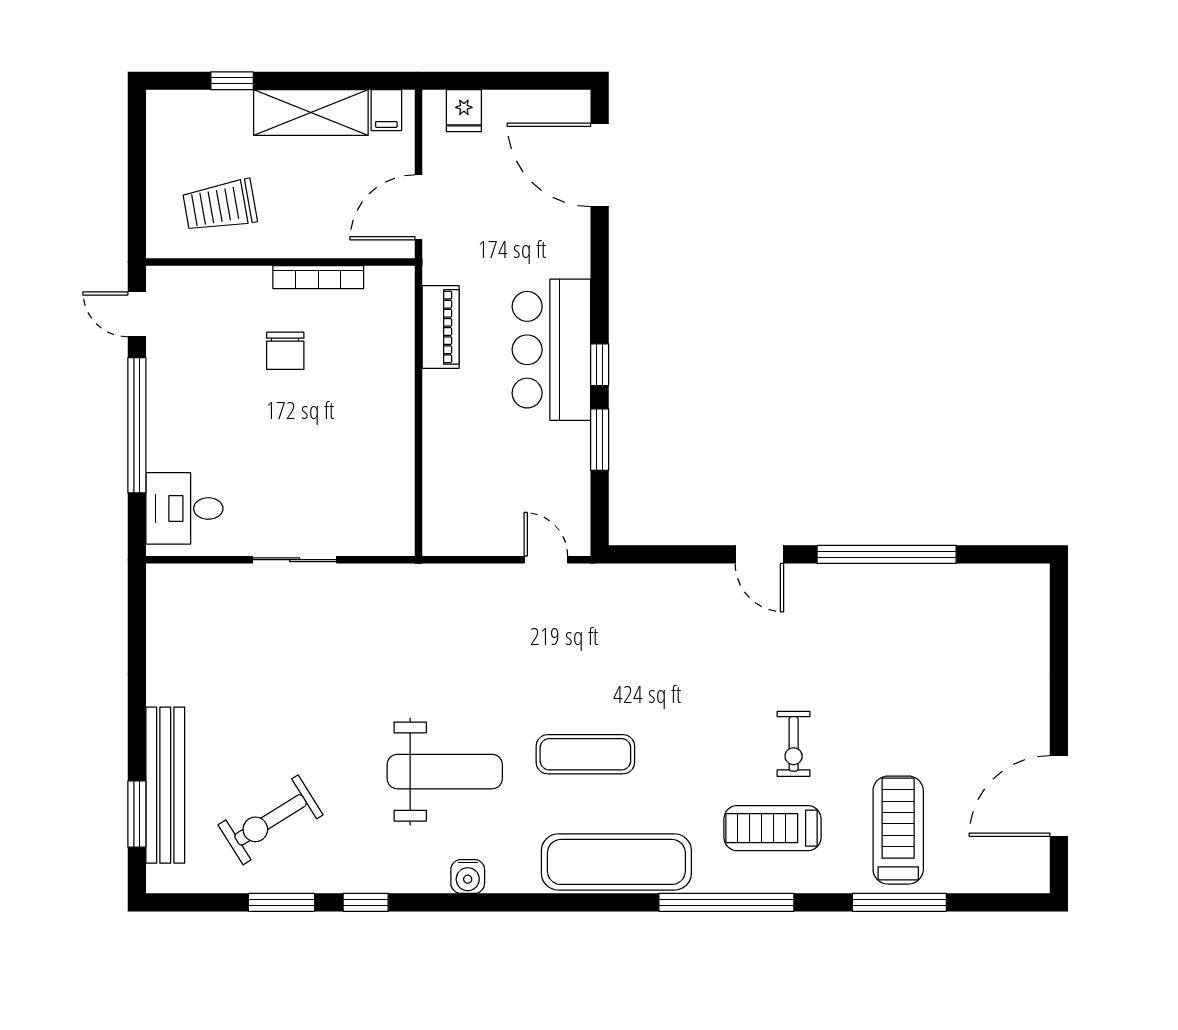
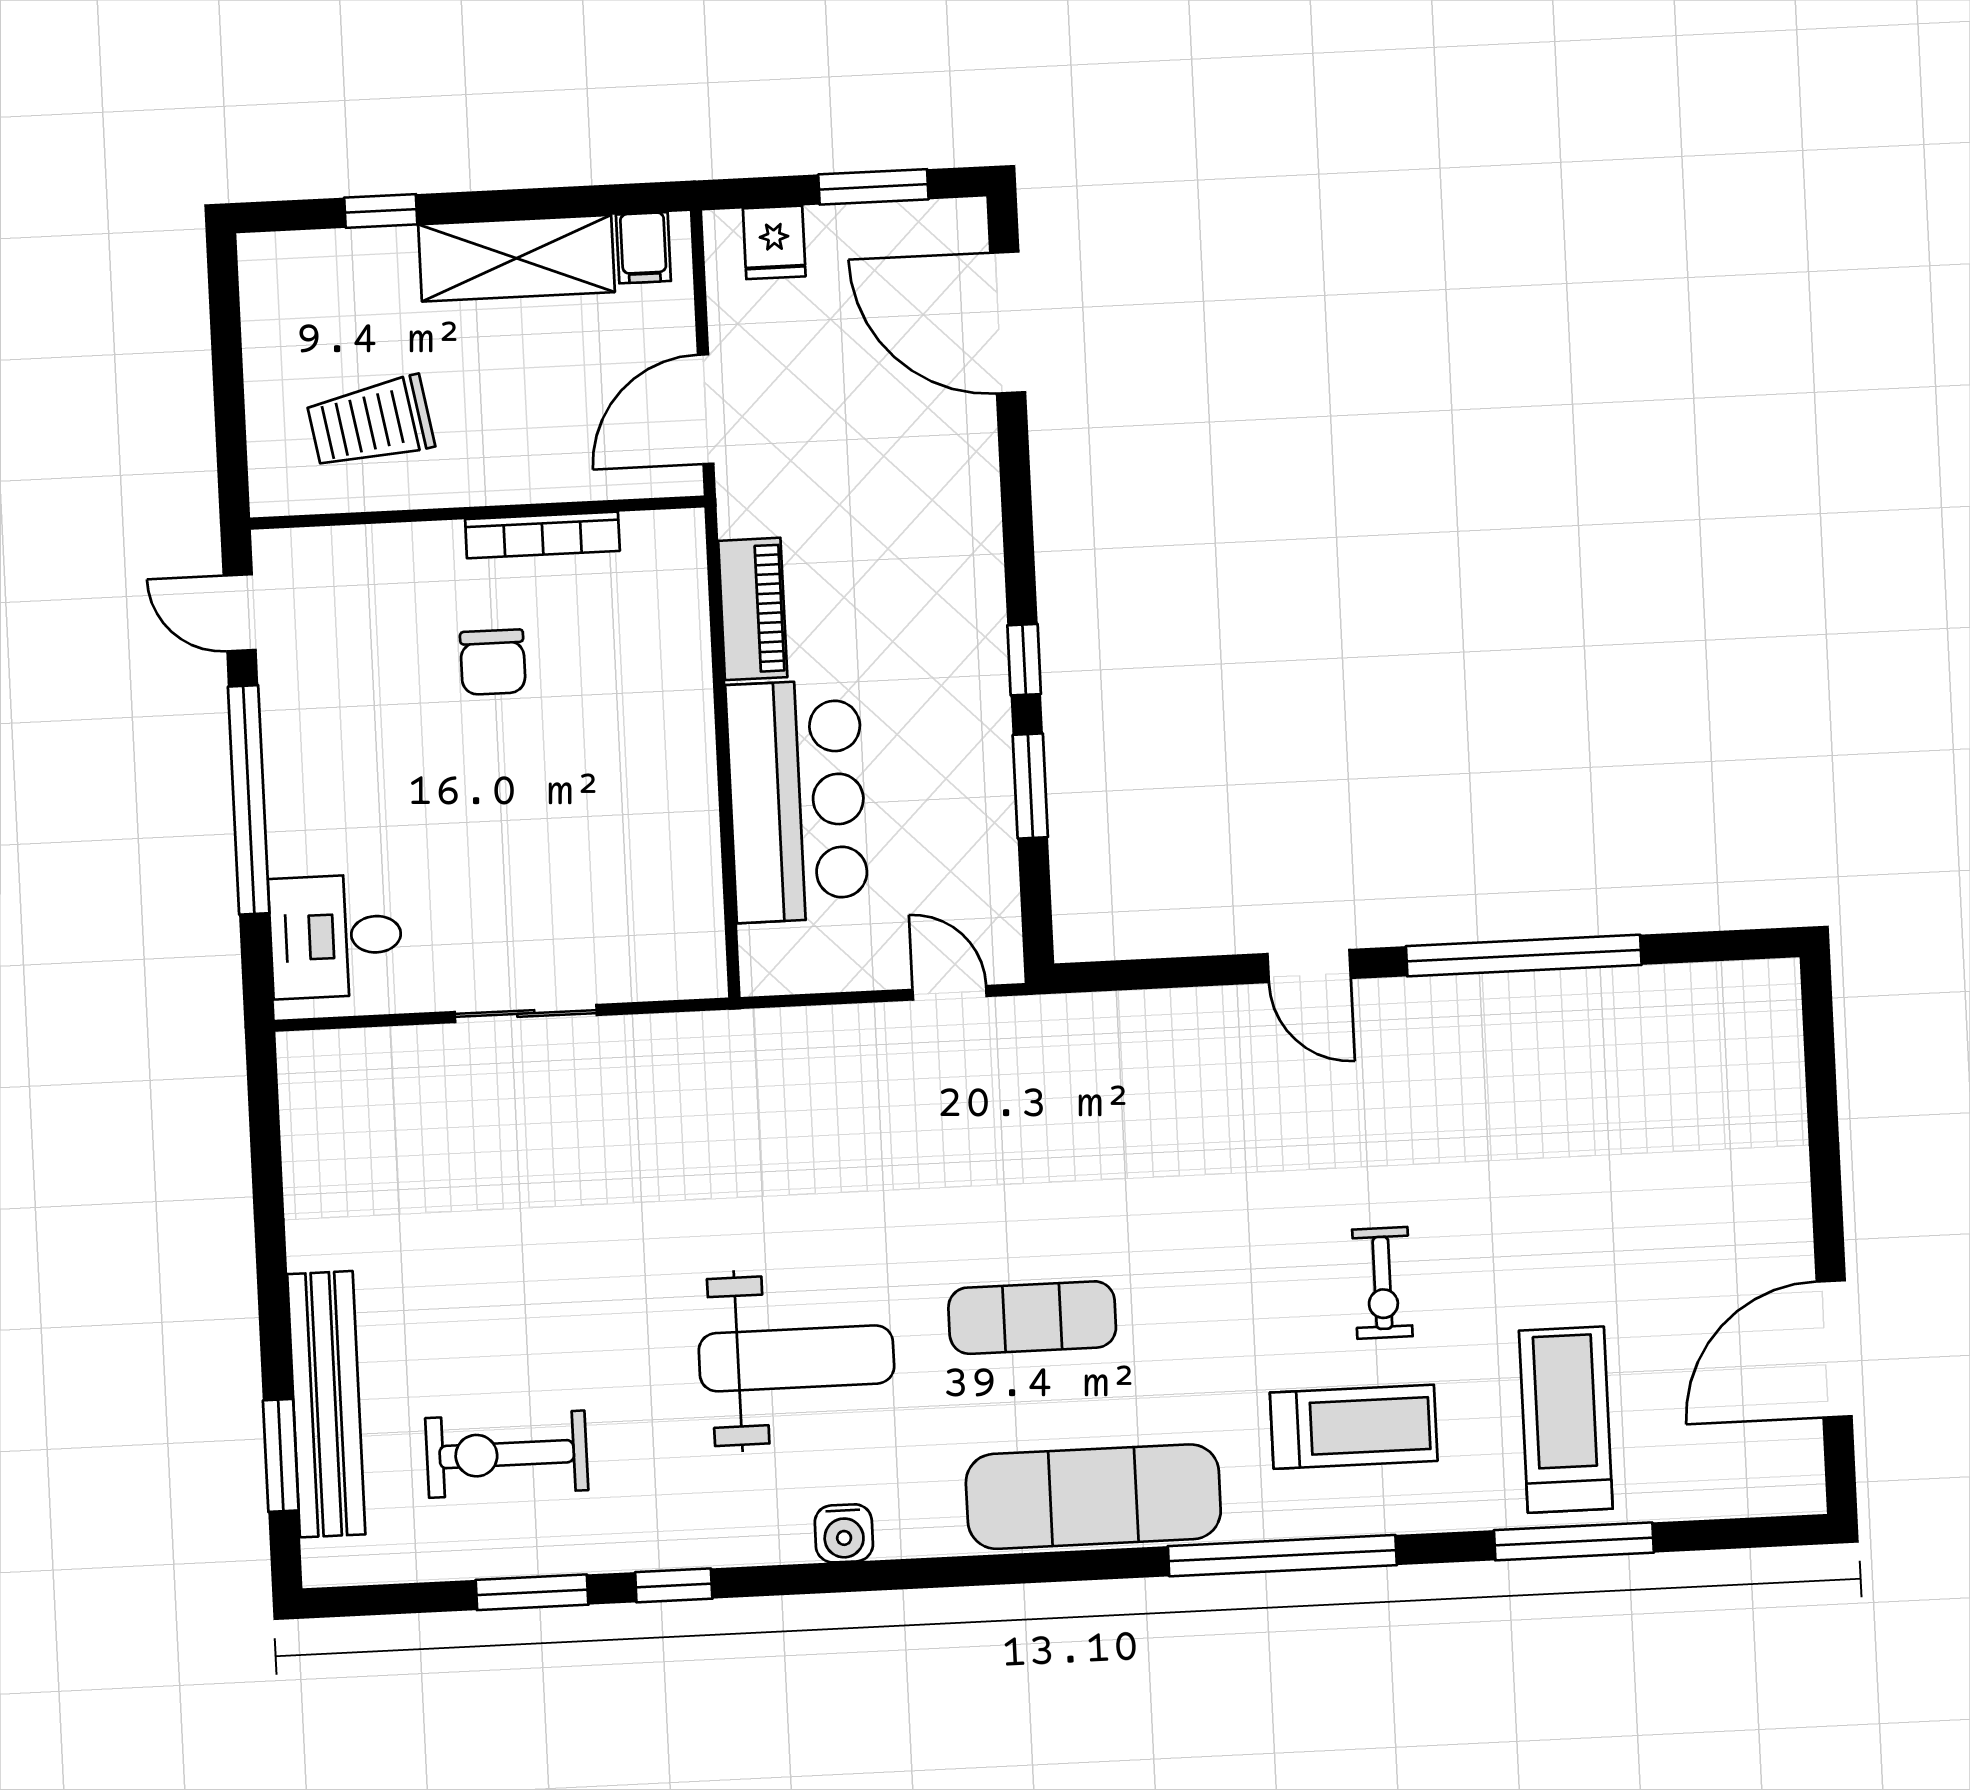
window: (524, 81) -> (873, 187), added
bar counter: (551, 350) -> (797, 801), moved, turned 180
exercise bike: (271, 820) -> (507, 1454), turned 32
treadmill: (772, 828) -> (1354, 1427), turned 180

